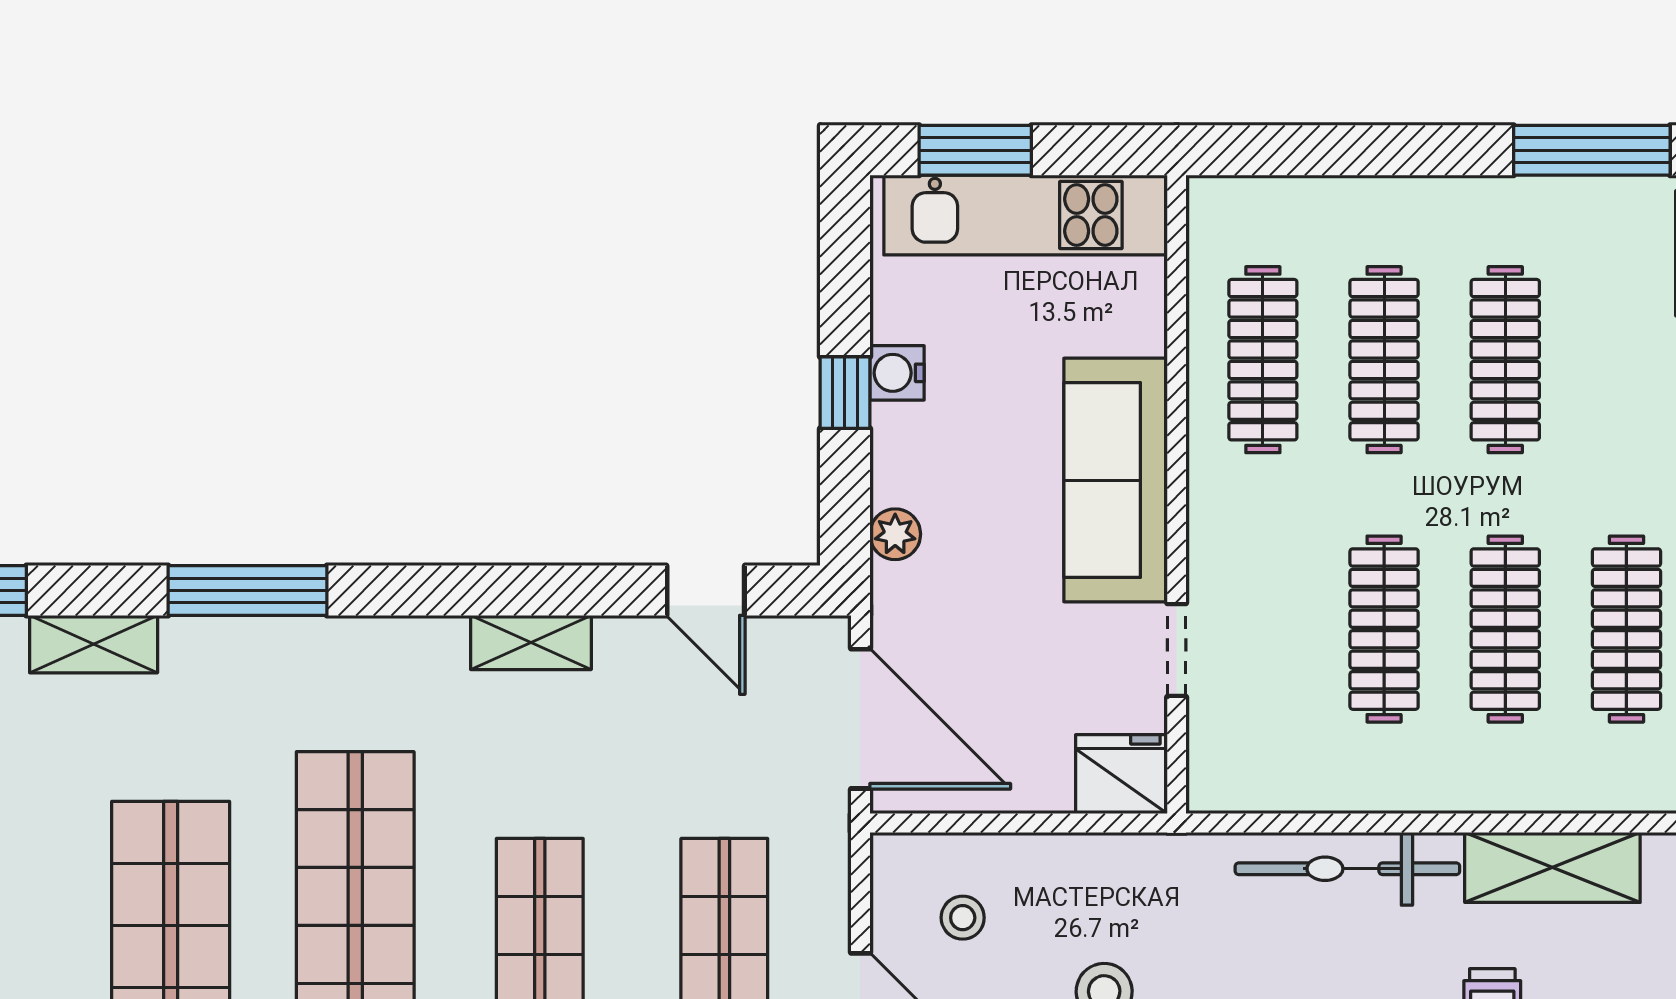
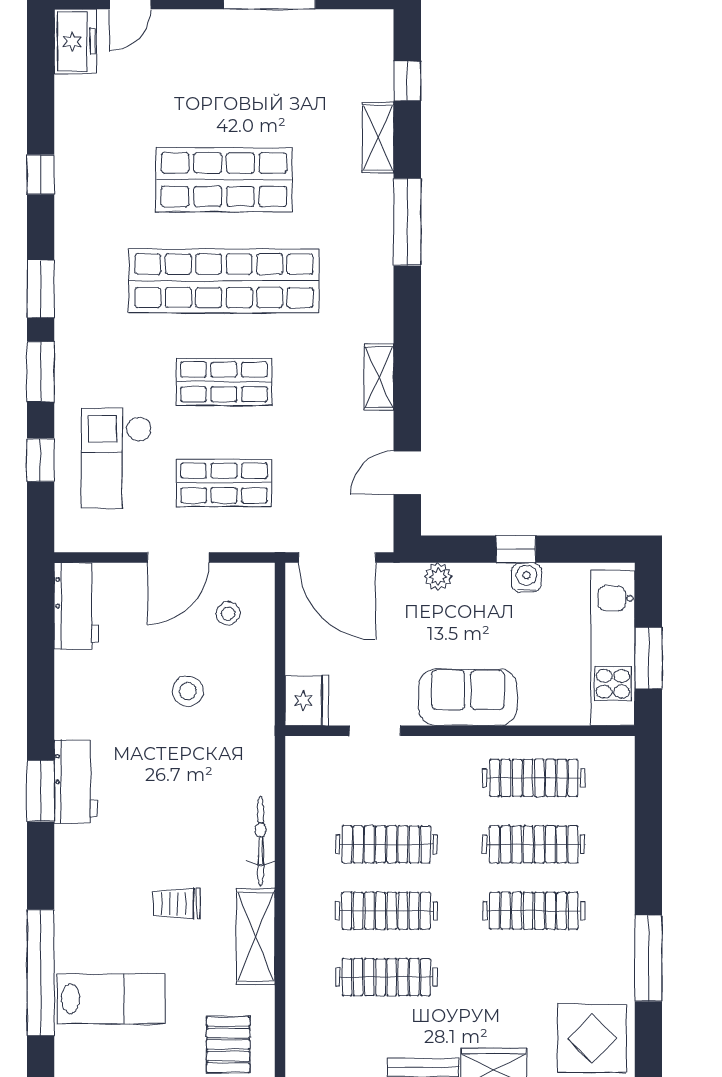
window: (975, 150) -> (648, 658), moved
sofa: (1116, 480) -> (468, 697), width x0.73
door: (860, 719) -> (337, 558), hinge flipped
bicycle: (1347, 869) -> (261, 841), width x0.73, depth x0.71

